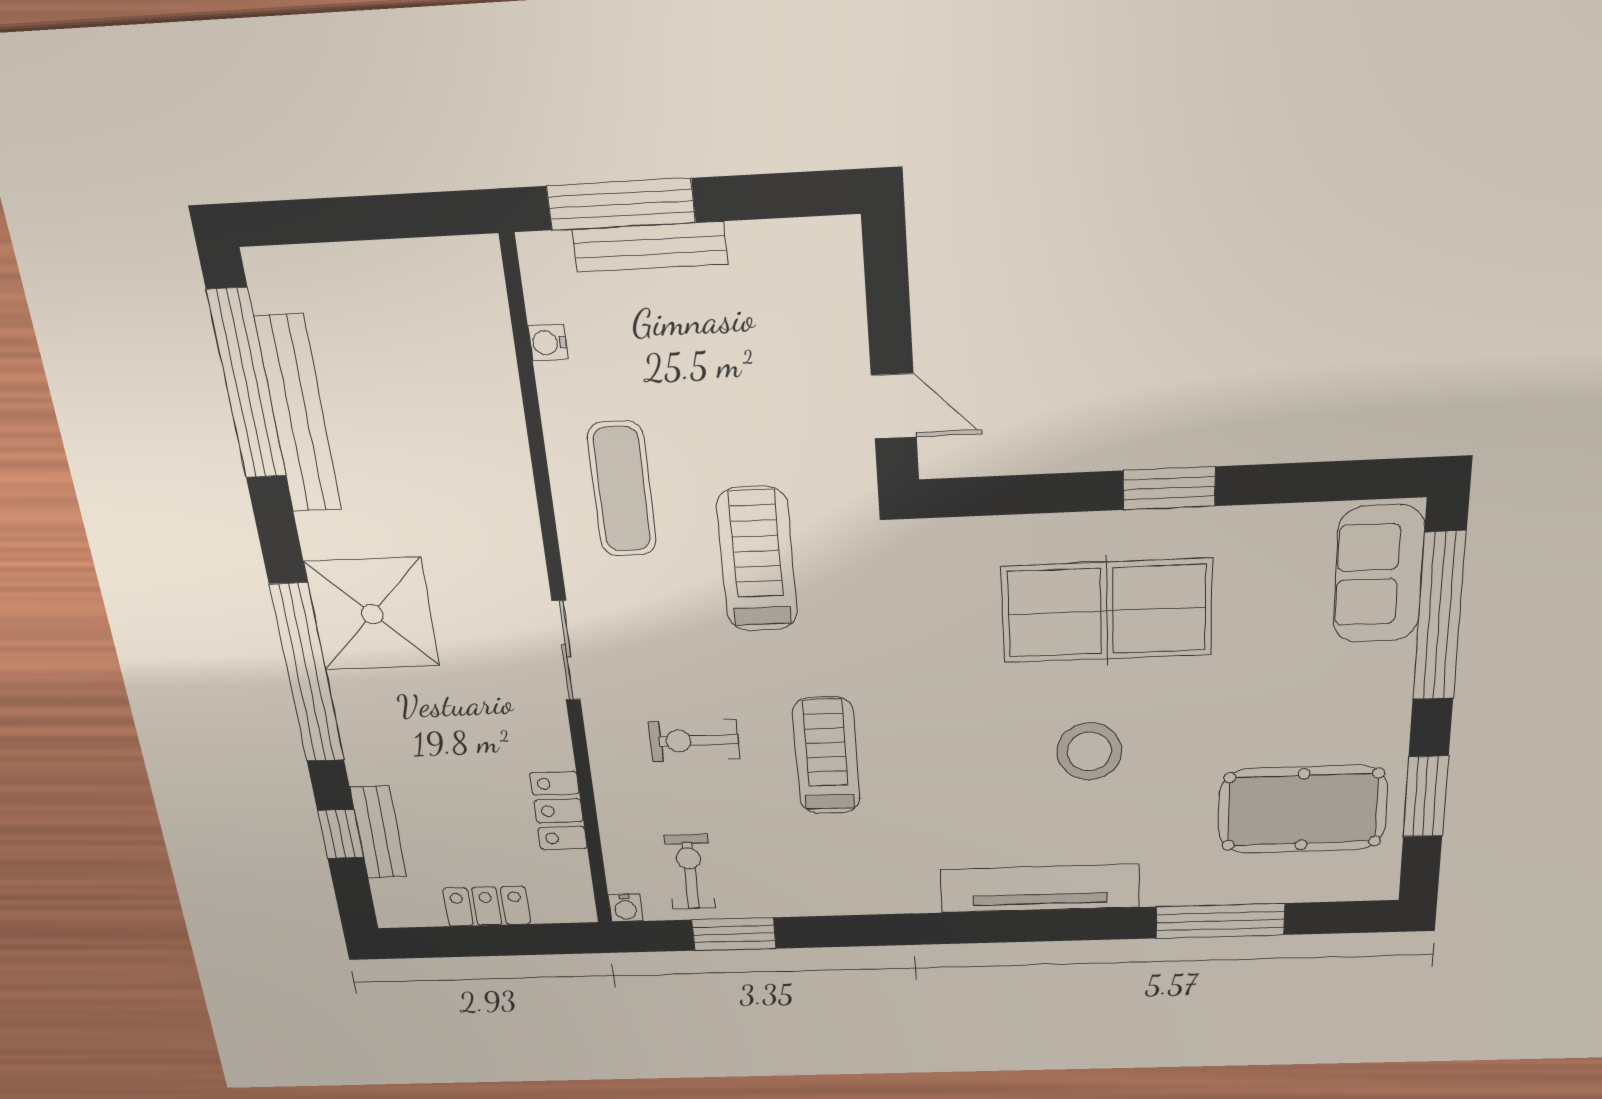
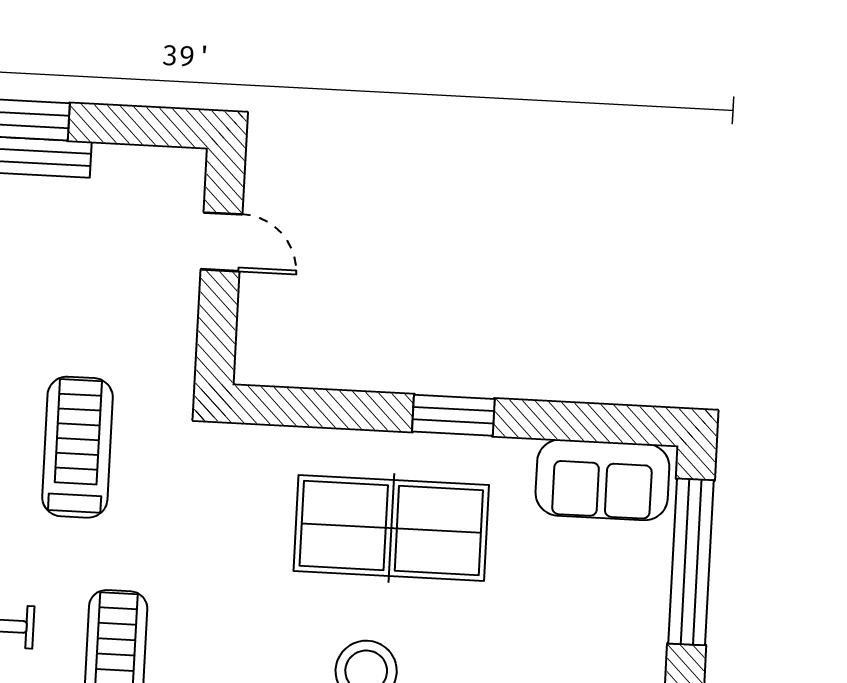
door: (894, 406) -> (222, 242), moved
sofa: (1379, 574) -> (602, 480), moved, turned -90

